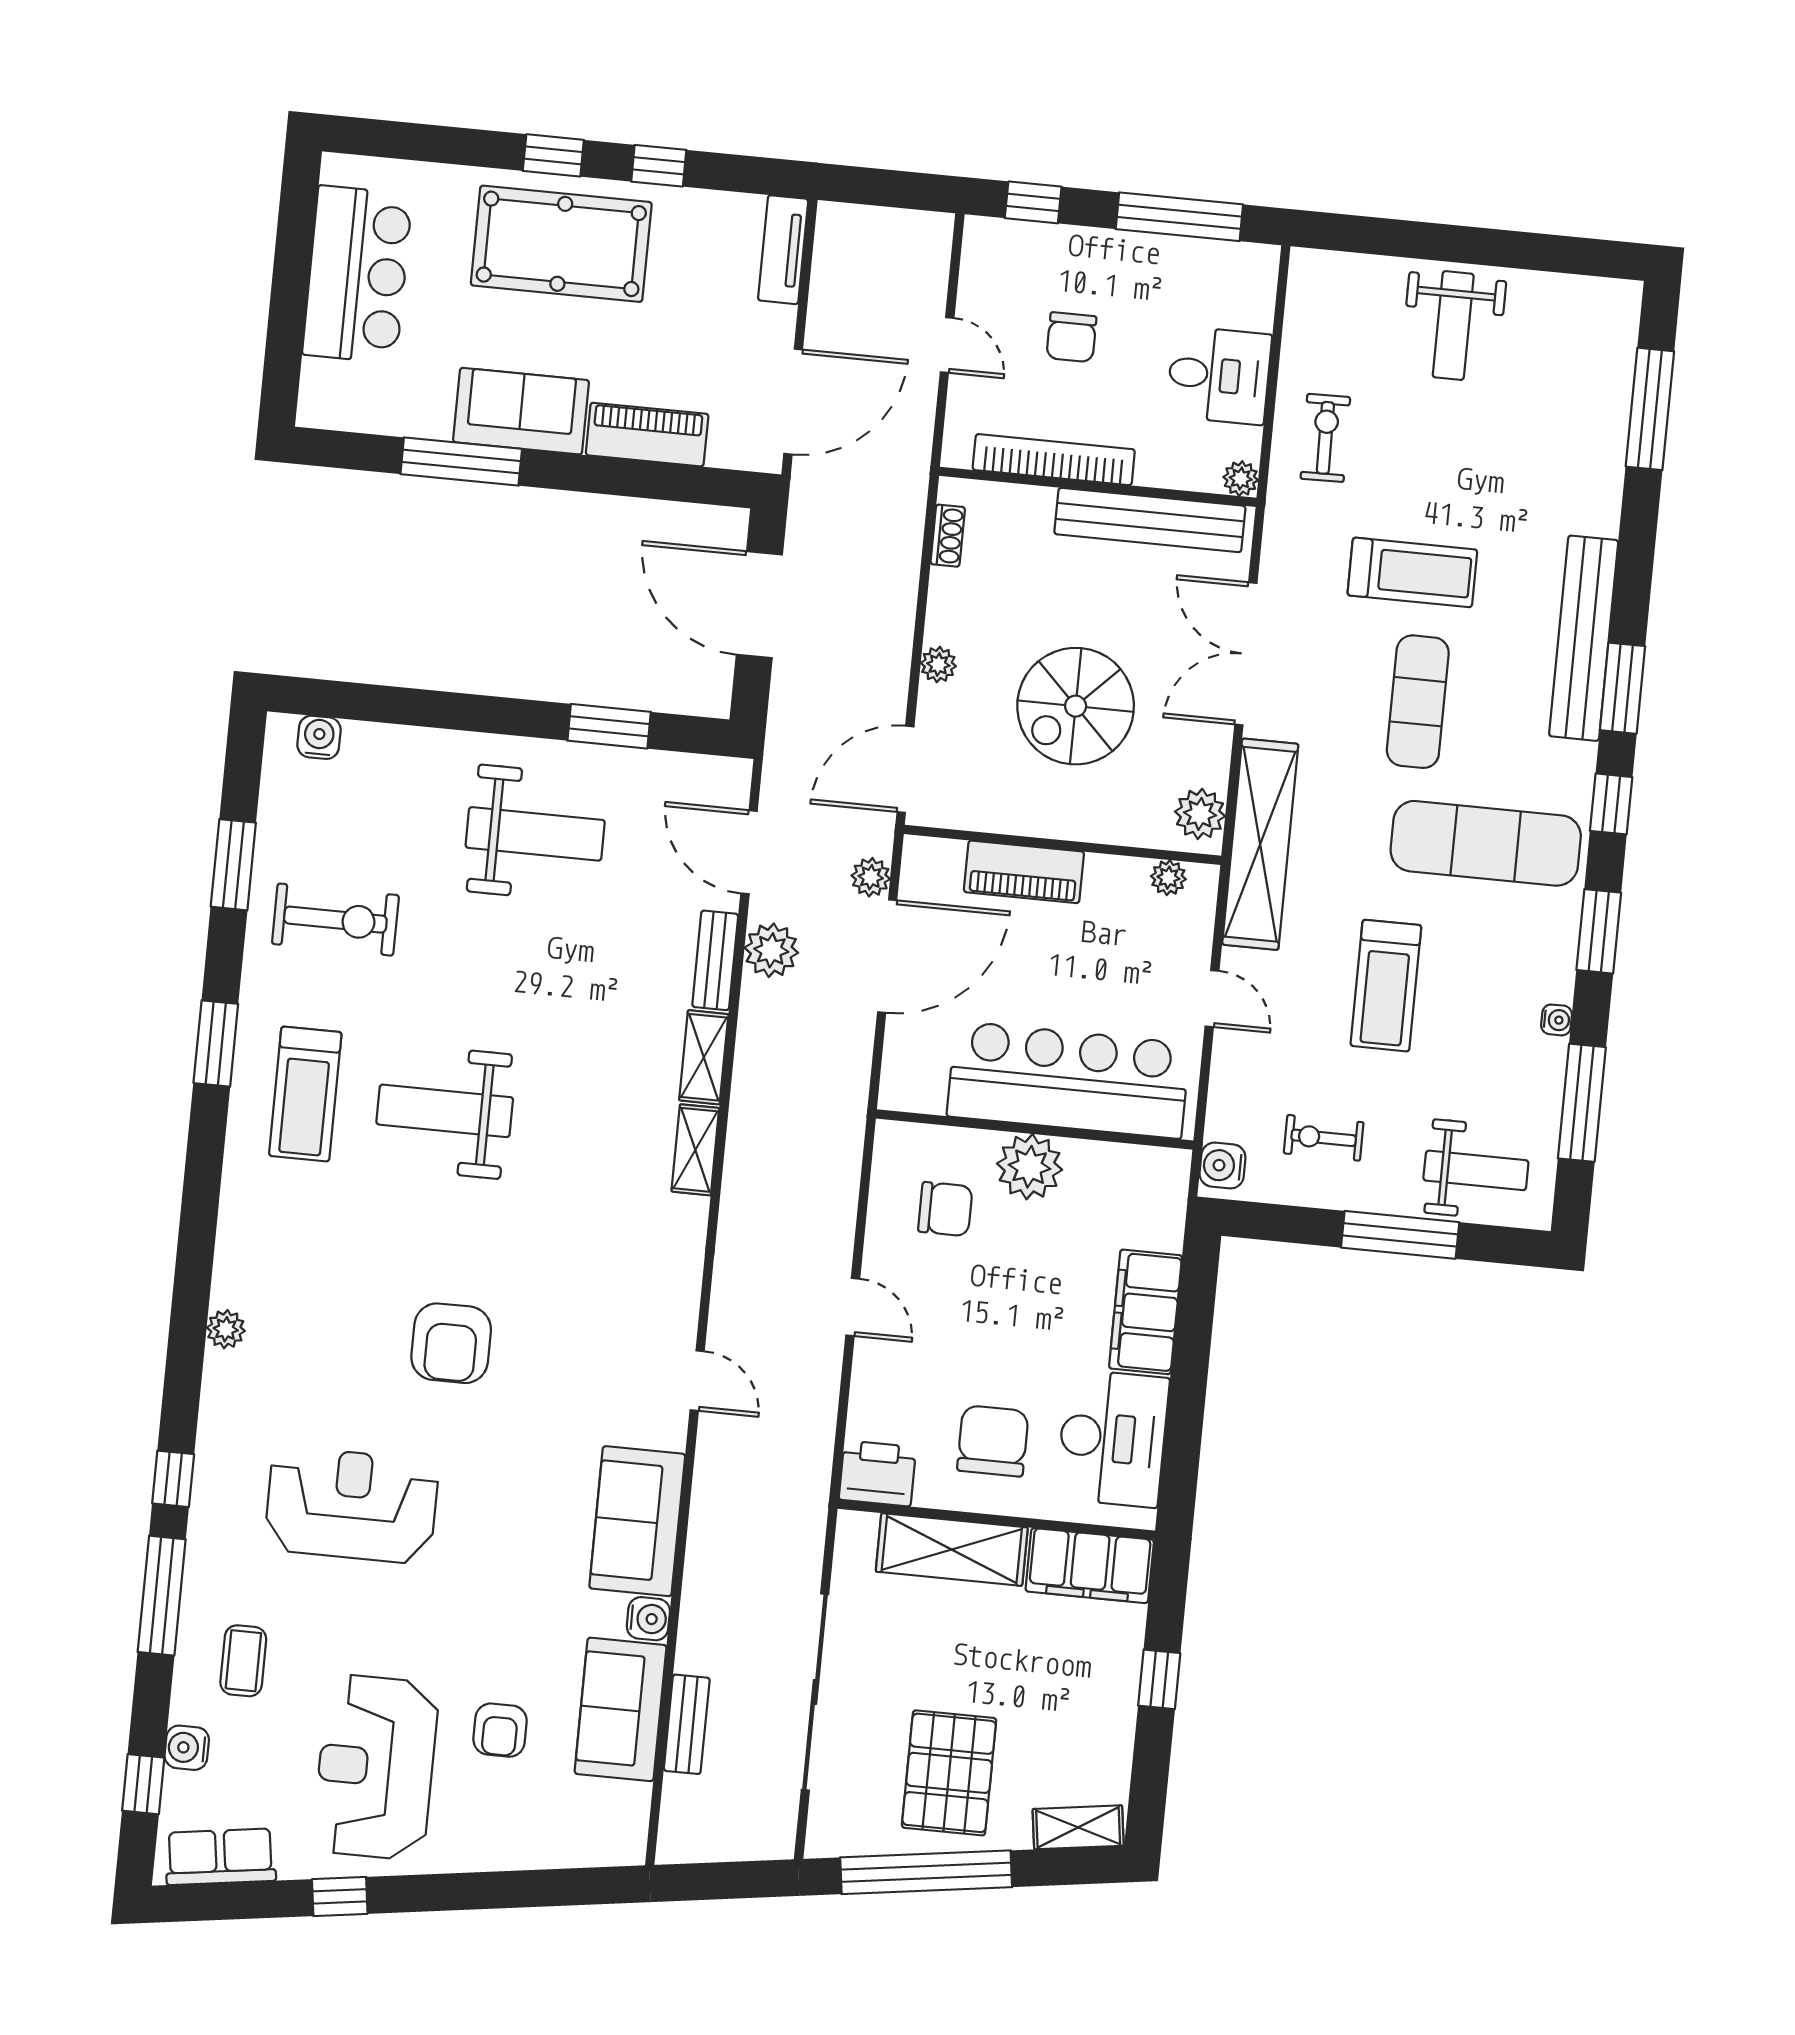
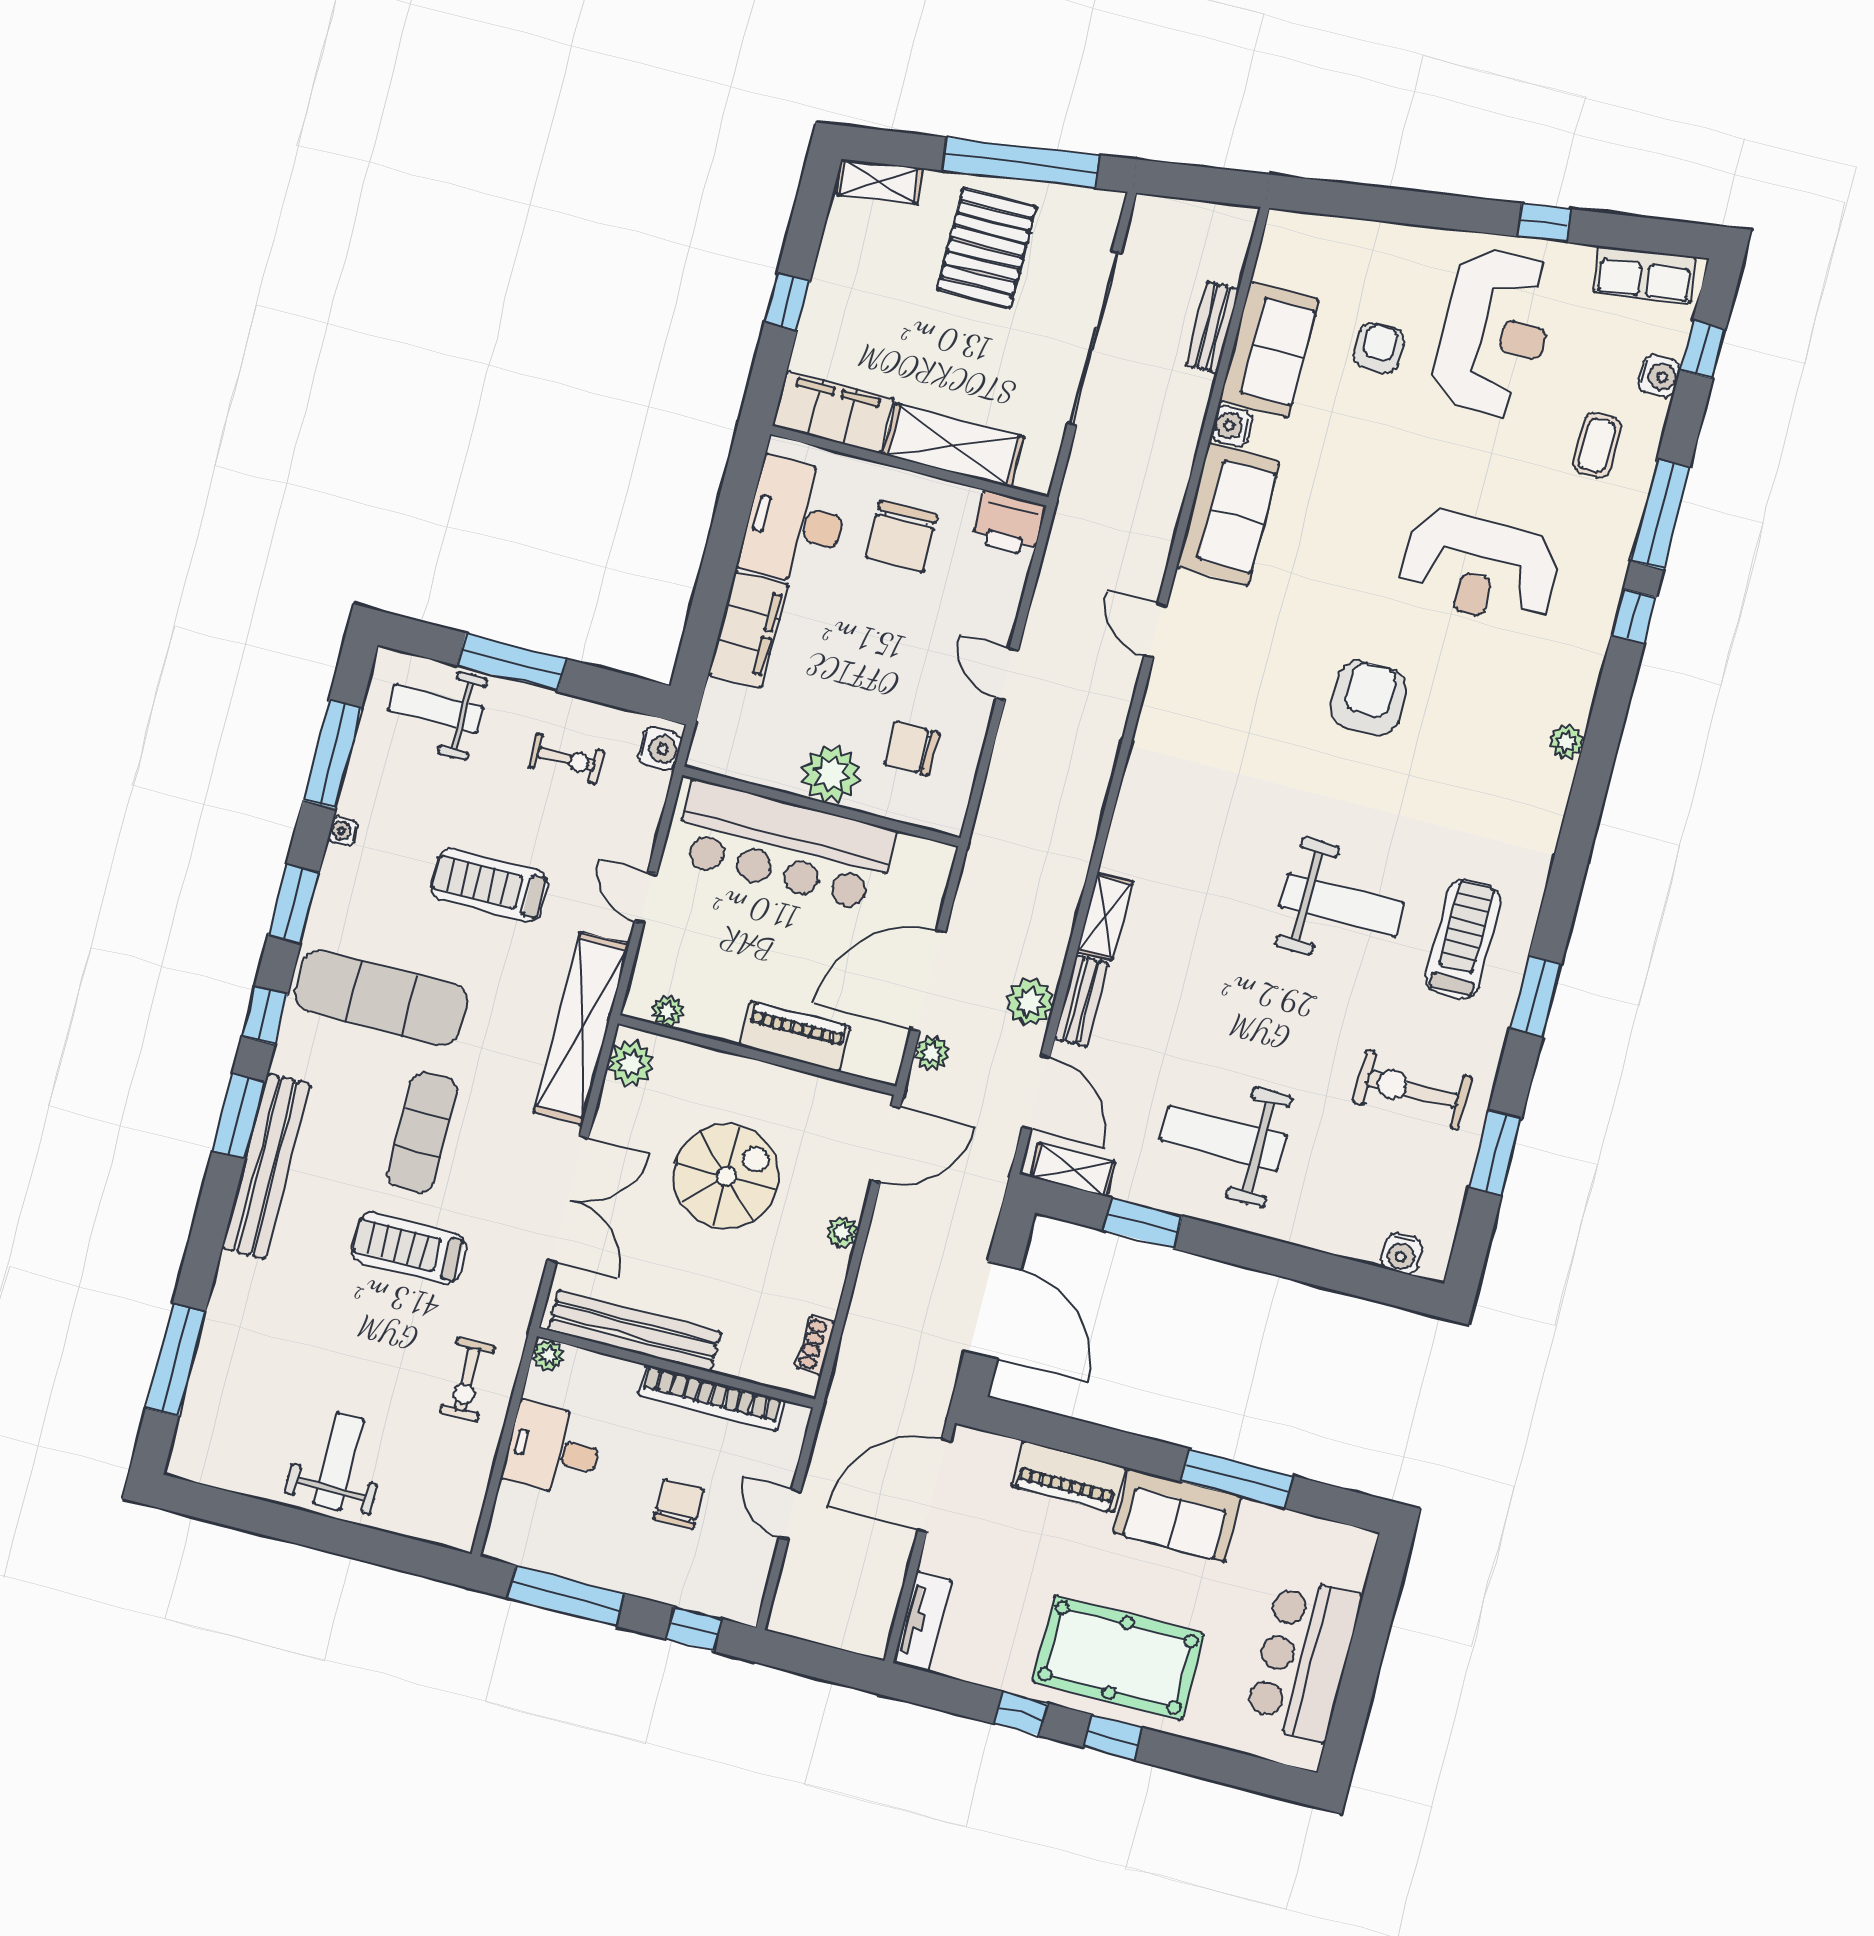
treadmill: (1386, 986) -> (490, 885), turned -90
shelving: (695, 1150) -> (1073, 1170), moved, turned 90

